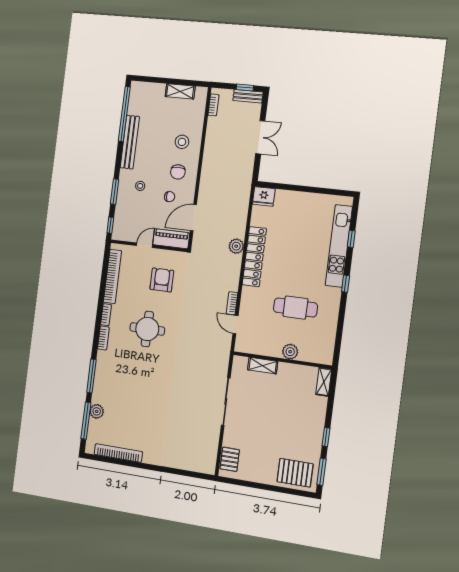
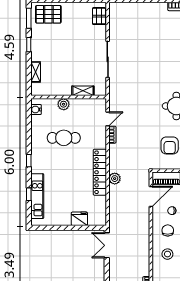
double door: (260, 137) -> (107, 245), moved
fridge: (264, 196) -> (79, 219), moved
kitchen unit: (339, 246) -> (37, 196), width x0.73
door: (235, 325) -> (108, 119), hinge flipped
water cooler: (327, 350) -> (36, 109), added
shelving: (324, 382) -> (36, 72), moved

